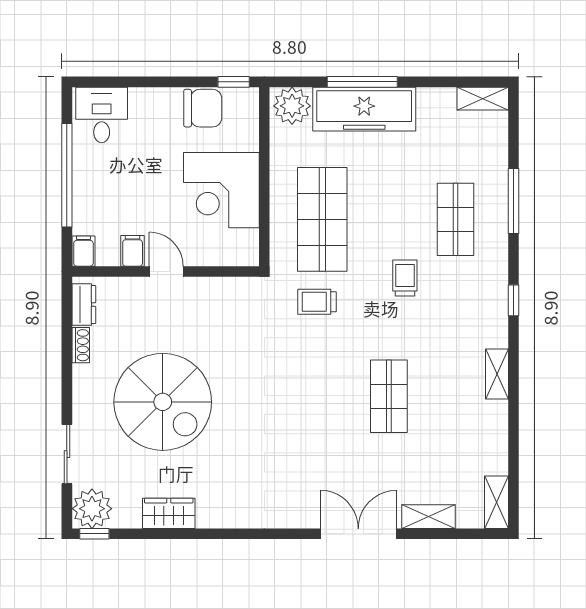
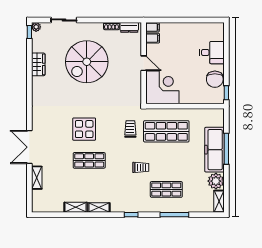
plant: (292, 106) -> (216, 181), moved
desk: (102, 115) -> (212, 53), moved
window: (67, 175) -> (186, 20), removed
corner desk: (221, 190) -> (162, 87), moved, turned 90
filing cabinet: (133, 251) -> (153, 38), moved
door: (166, 271) -> (144, 63), hinge flipped
display table: (317, 408) -> (84, 129), added
shelving: (496, 502) -> (76, 207), moved
plant: (92, 509) -> (36, 27), width x0.53, depth x0.53
double door: (358, 534) -> (29, 147), swing flipped

